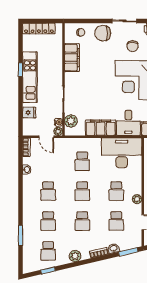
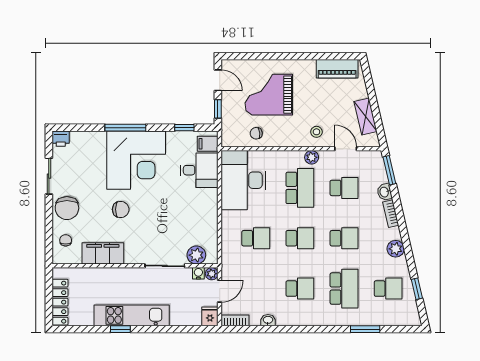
chair: (133, 46) -> (121, 209), moved
fridge: (29, 113) -> (210, 316), moved
filing cabinet: (101, 128) -> (206, 211), removed
school desk: (116, 191) -> (300, 188), width x1.85
school desk: (48, 221) -> (344, 289), width x1.85

